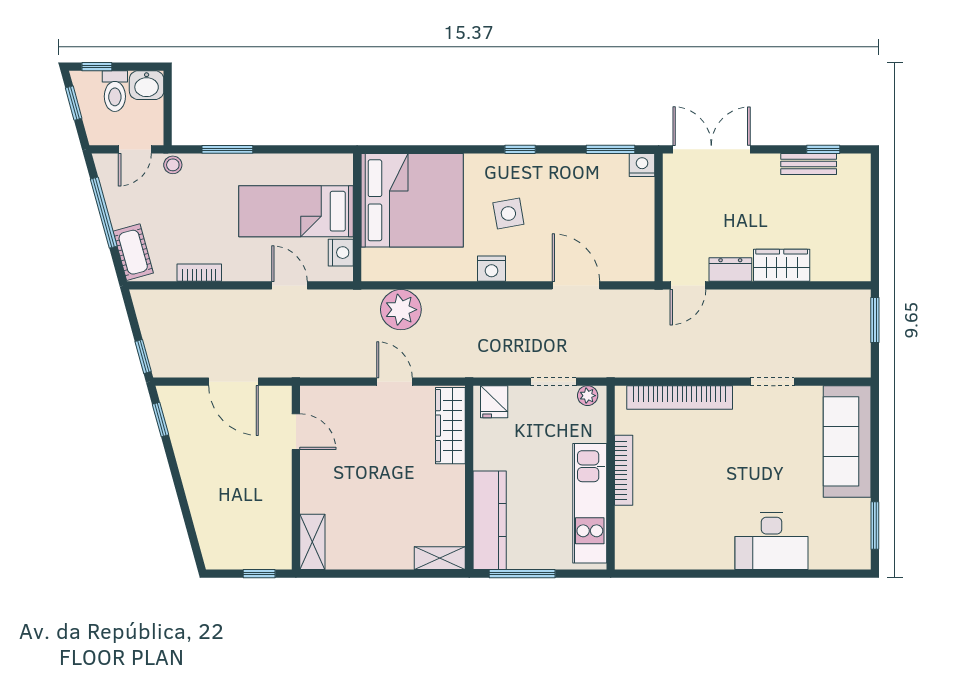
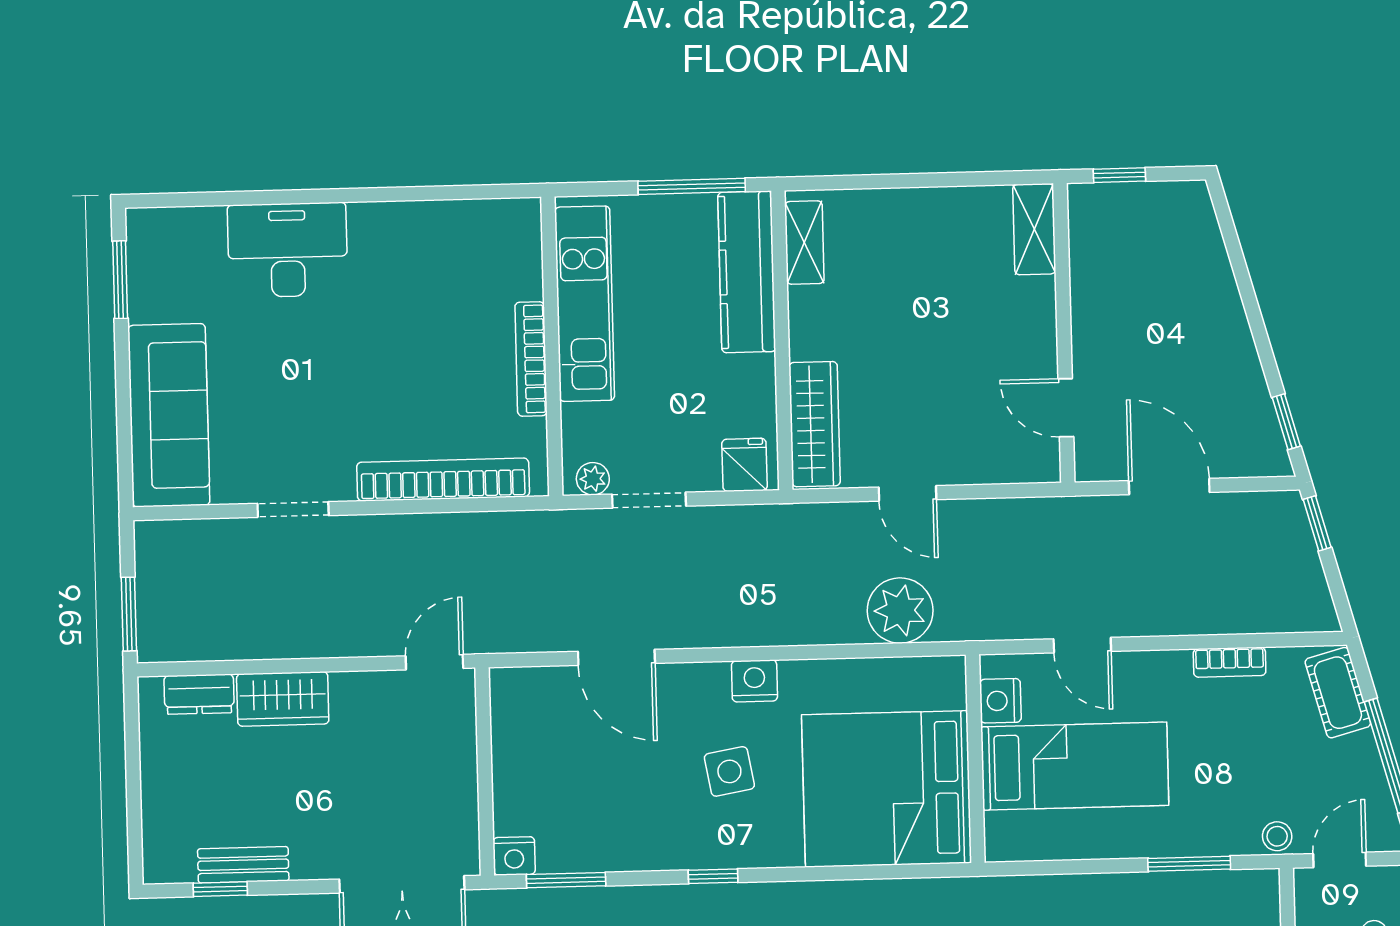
dresser: (730, 270) -> (199, 694), moved
shelving: (440, 558) -> (804, 243), moved, turned 90

